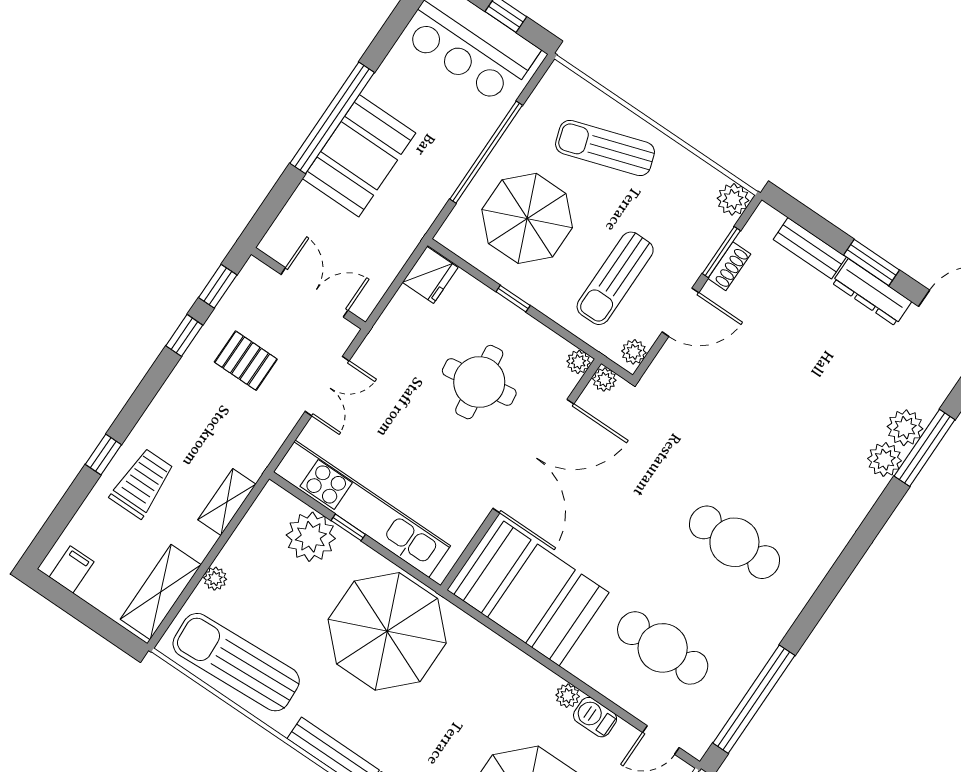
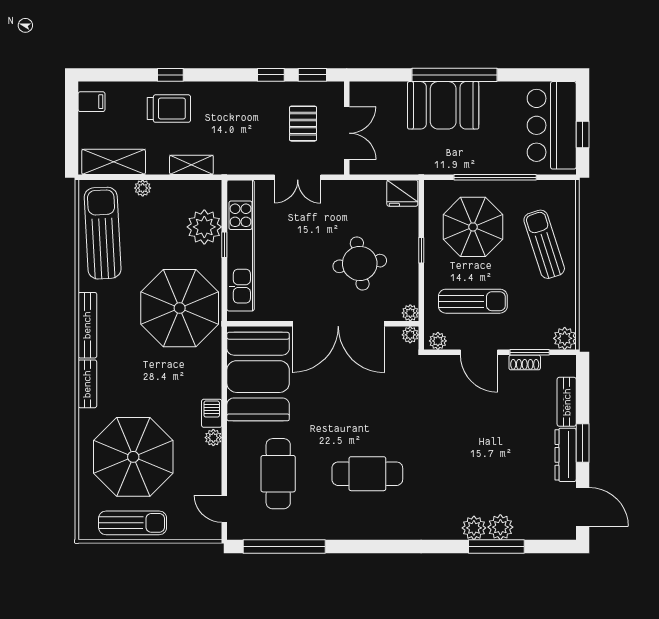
sun lounger: (615, 278) -> (473, 301), turned 180
pallet: (246, 361) -> (303, 124), moved
cafe table: (734, 542) -> (367, 474), turned 90
barbecue: (595, 717) -> (212, 413), moved

